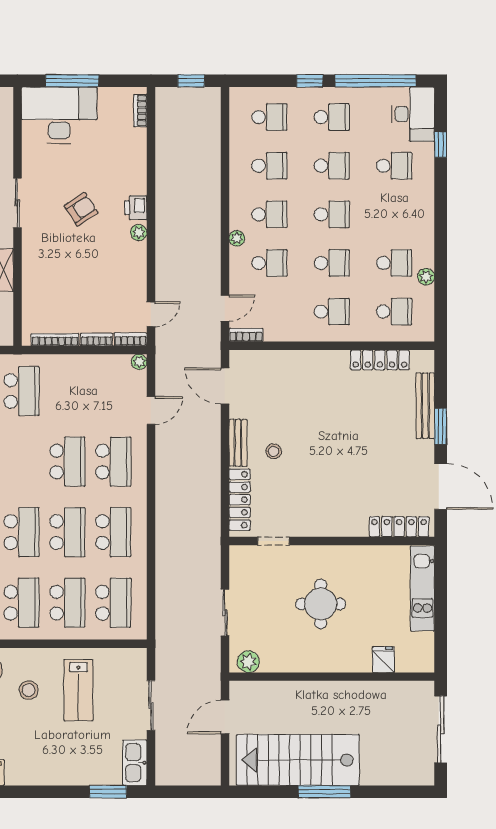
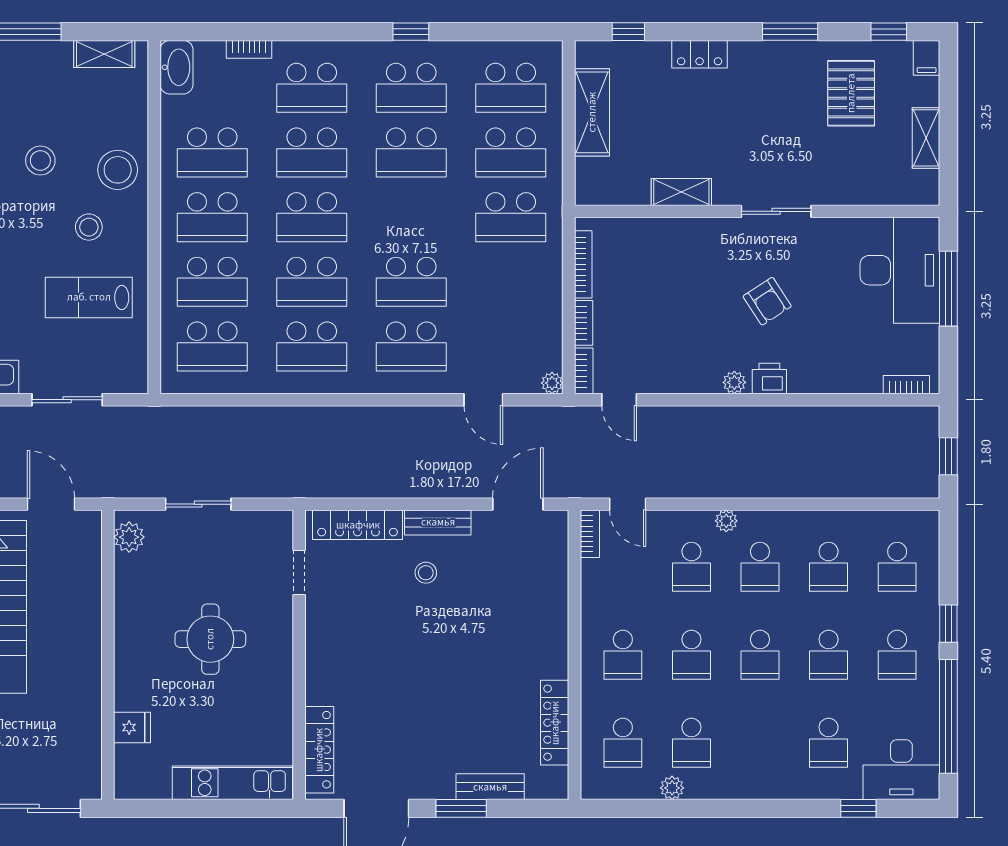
bench: (425, 406) -> (490, 787), width x0.73

